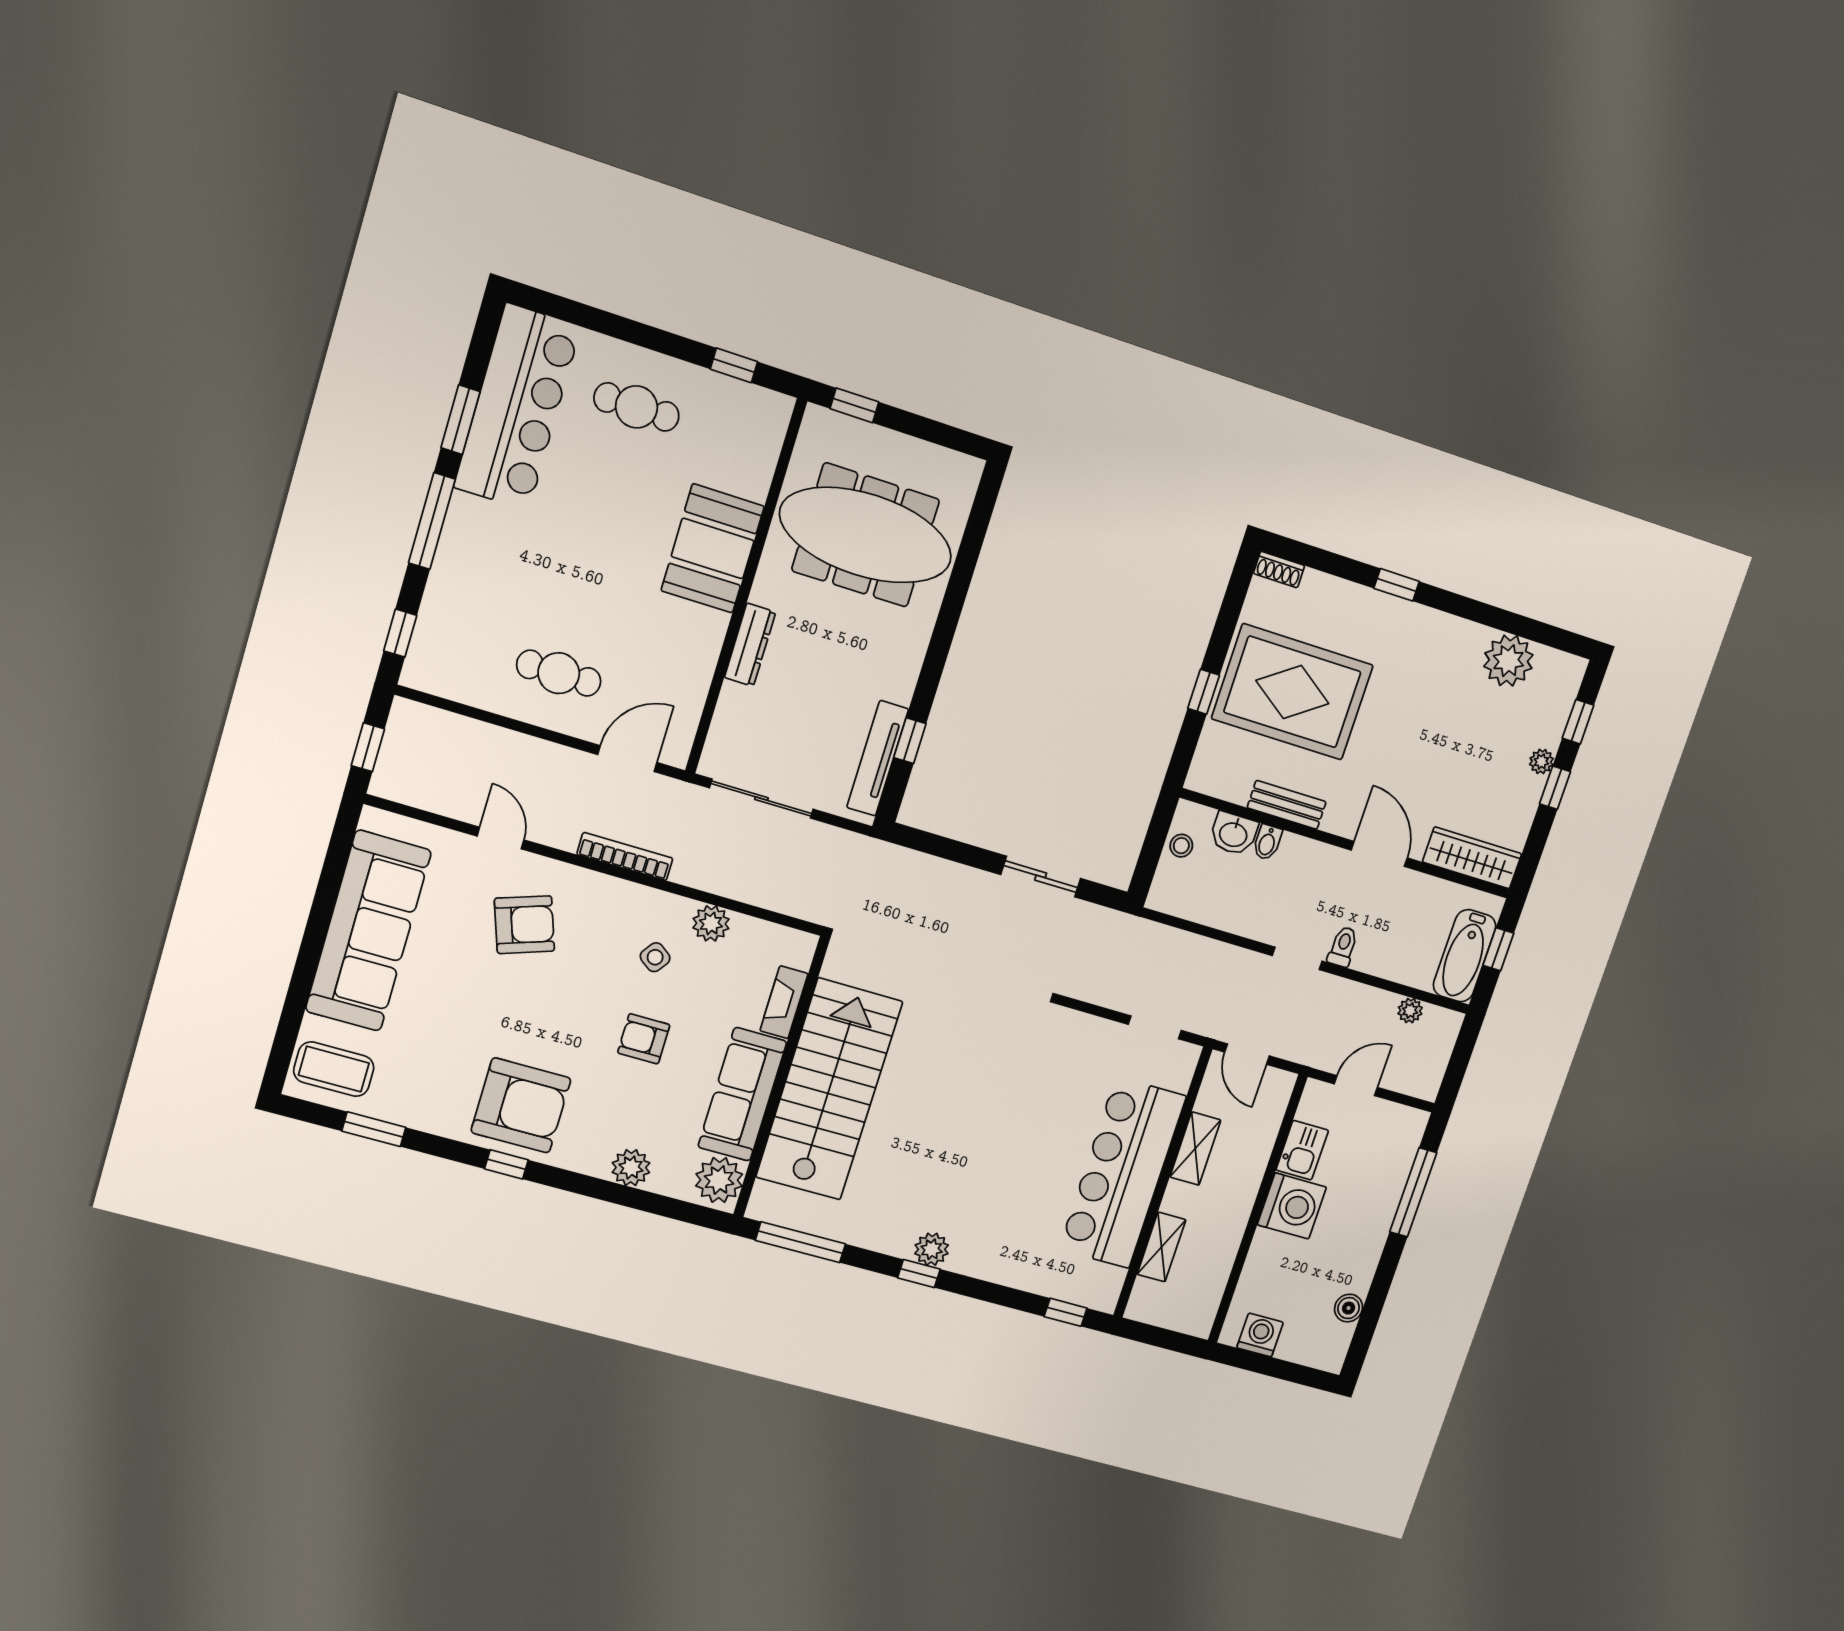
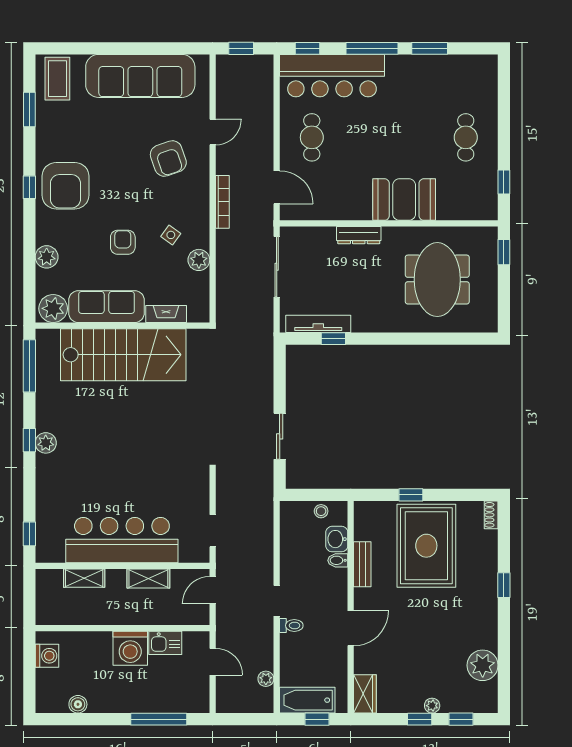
bar counter: (517, 407) -> (332, 76), moved
meeting table: (866, 535) -> (437, 280), width x0.73
wardrobe: (1472, 858) -> (365, 694), width x0.67

